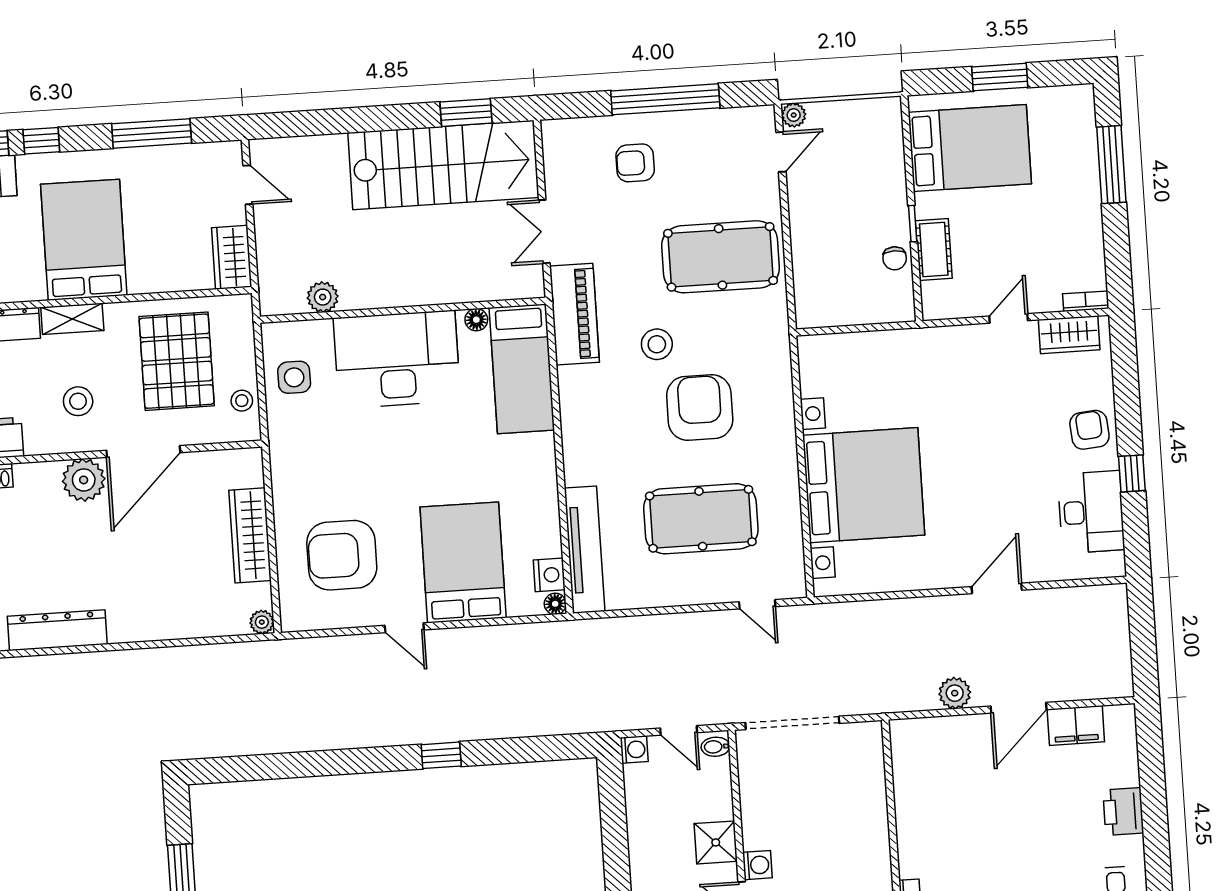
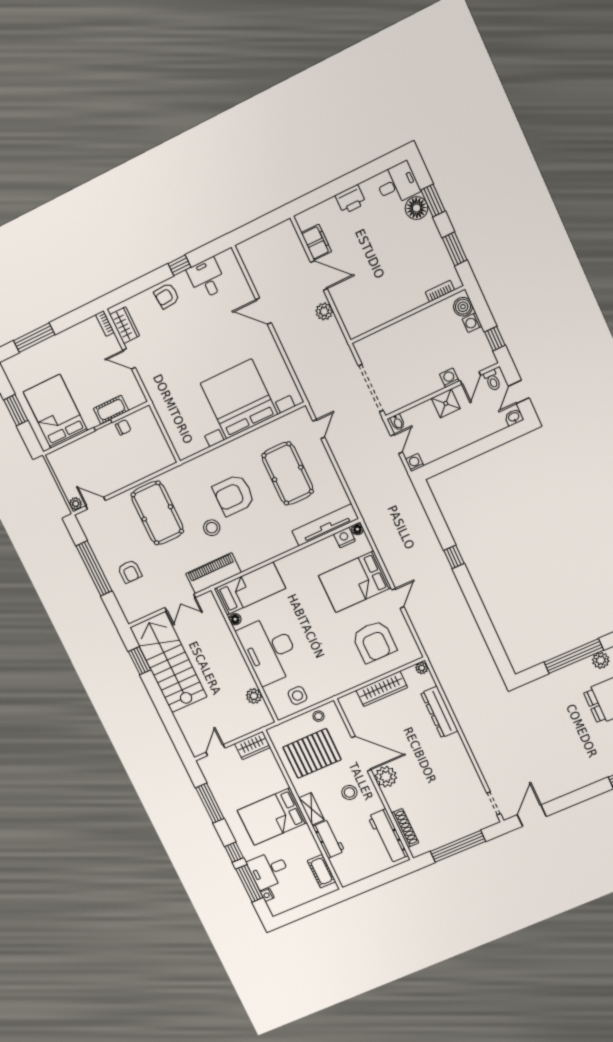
desk: (1091, 512) -> (207, 278), width x0.73
dresser: (57, 630) -> (439, 712), moved

